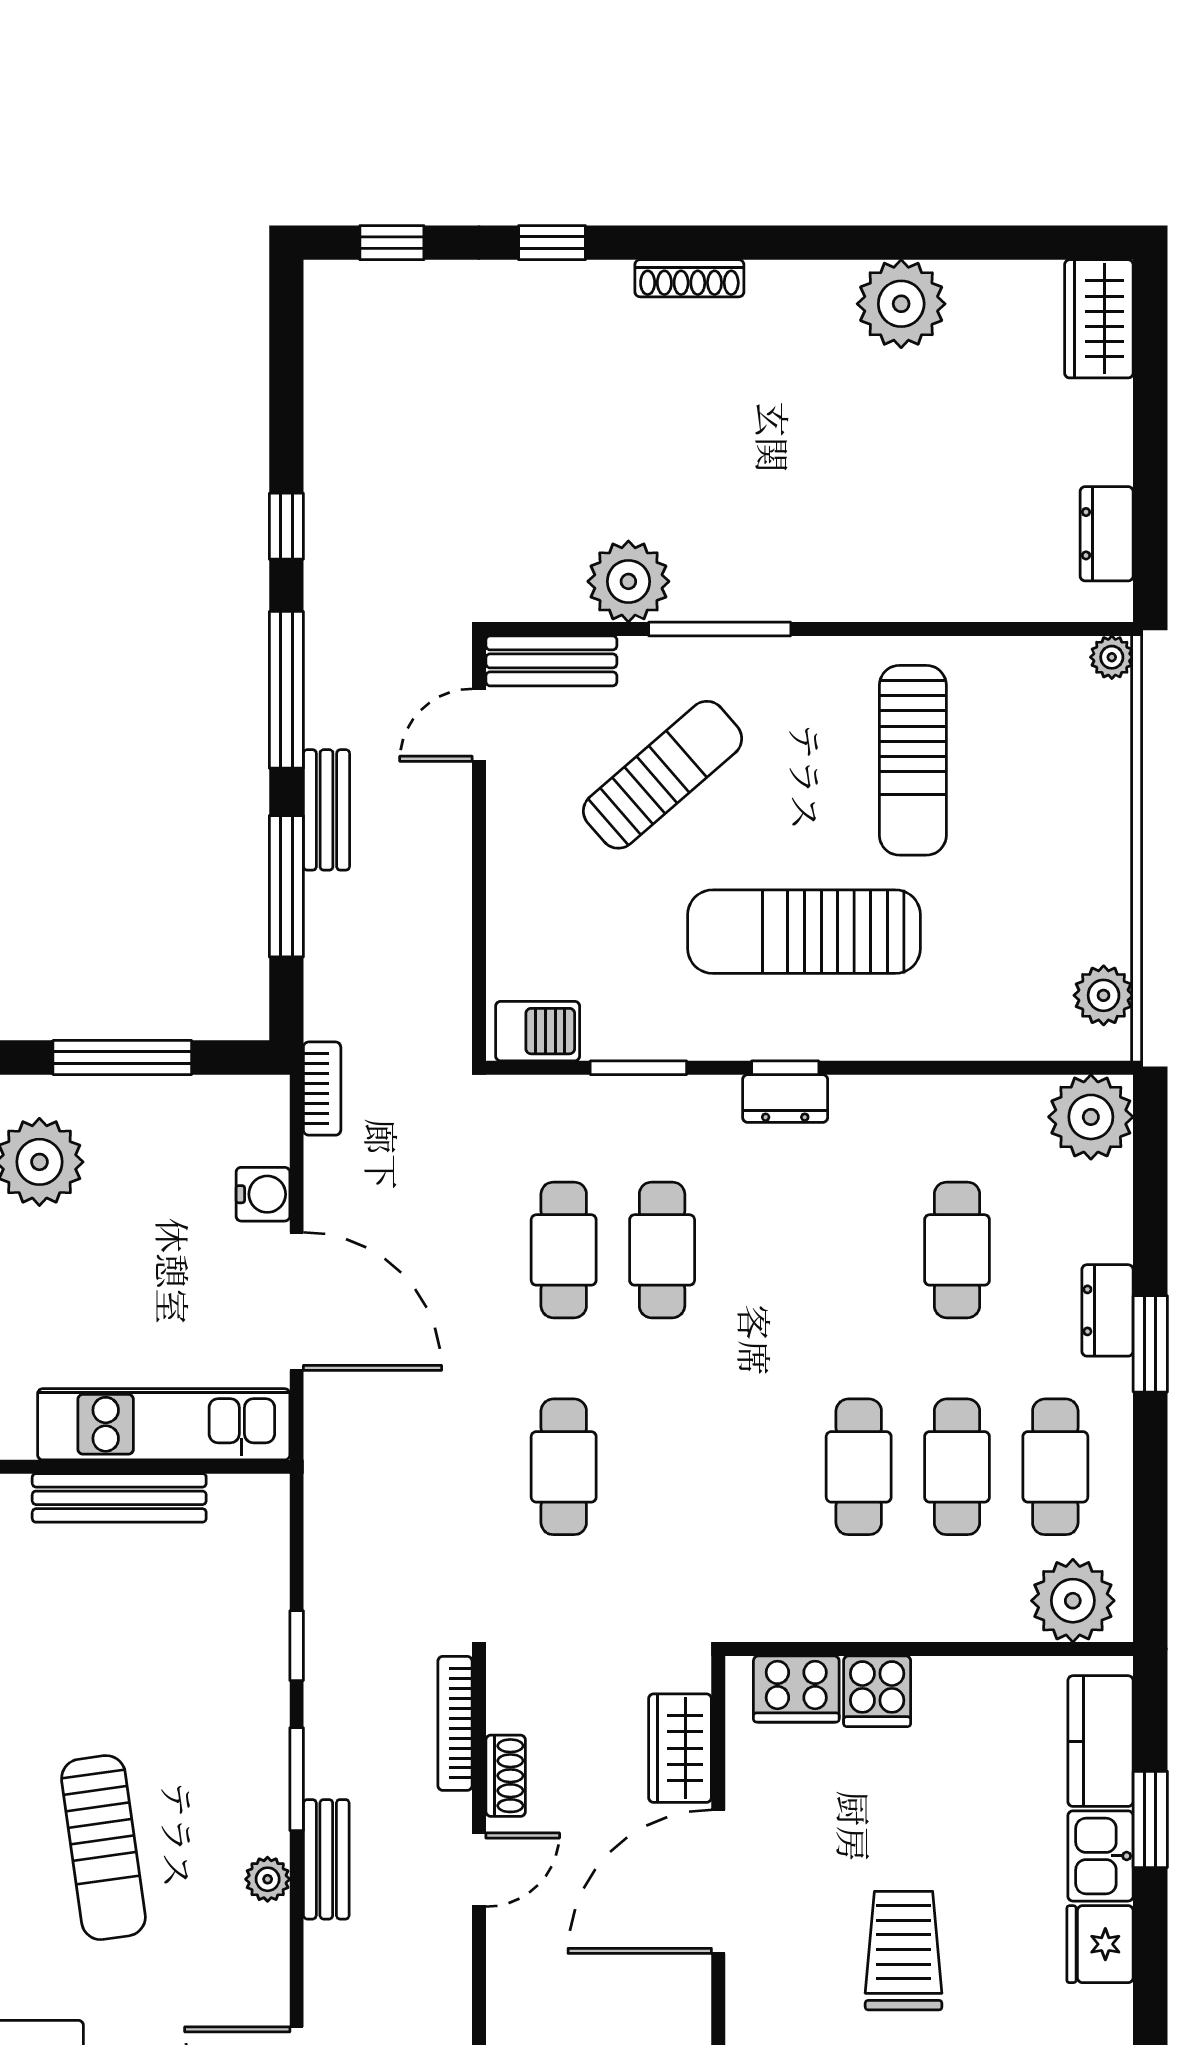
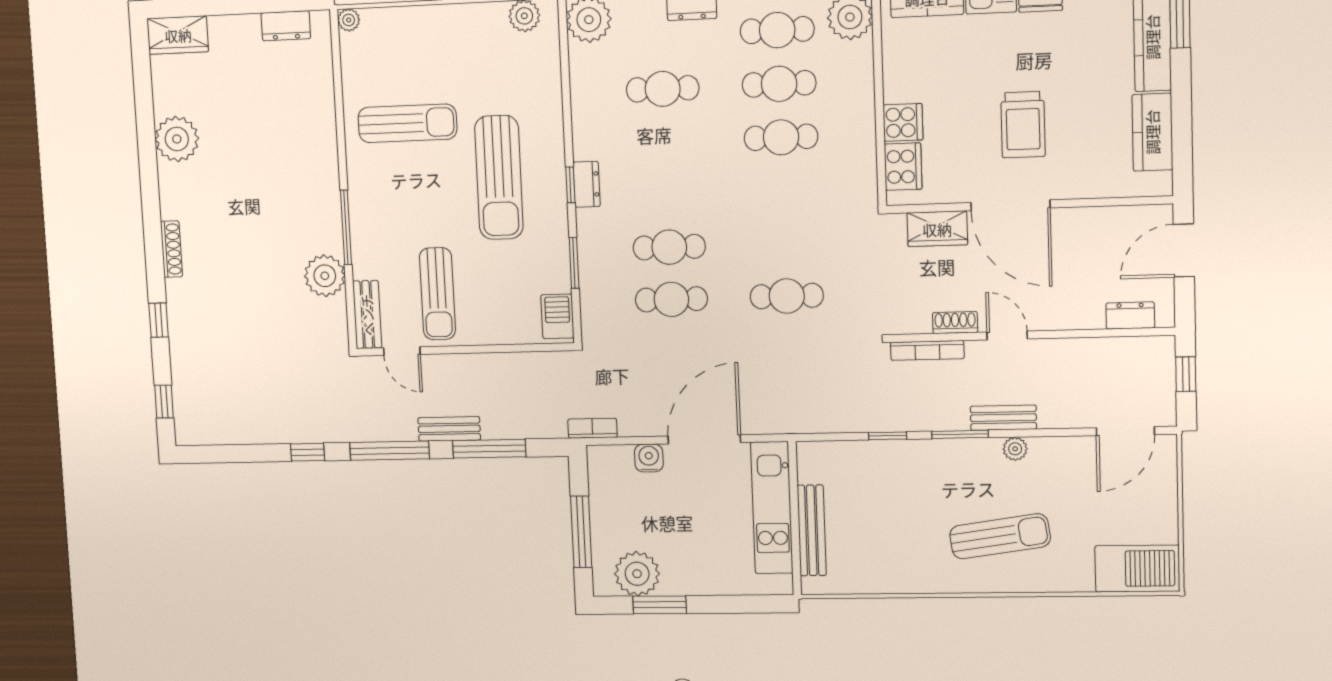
sun lounger: (663, 775) -> (437, 294), moved, turned -139
trolley: (904, 1951) -> (1023, 125), moved, turned -90

